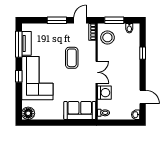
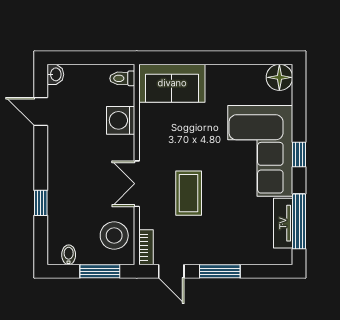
door: (80, 20) -> (171, 271), hinge flipped
double door: (97, 72) -> (137, 184), moved

